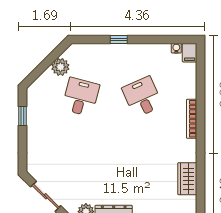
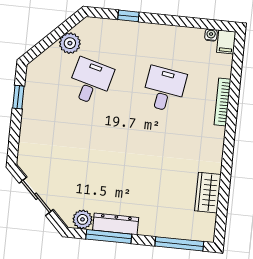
window: (119, 39) -> (128, 16), moved
desk: (142, 97) -> (164, 89), turned 33
bookcase: (192, 119) -> (222, 102), moved

